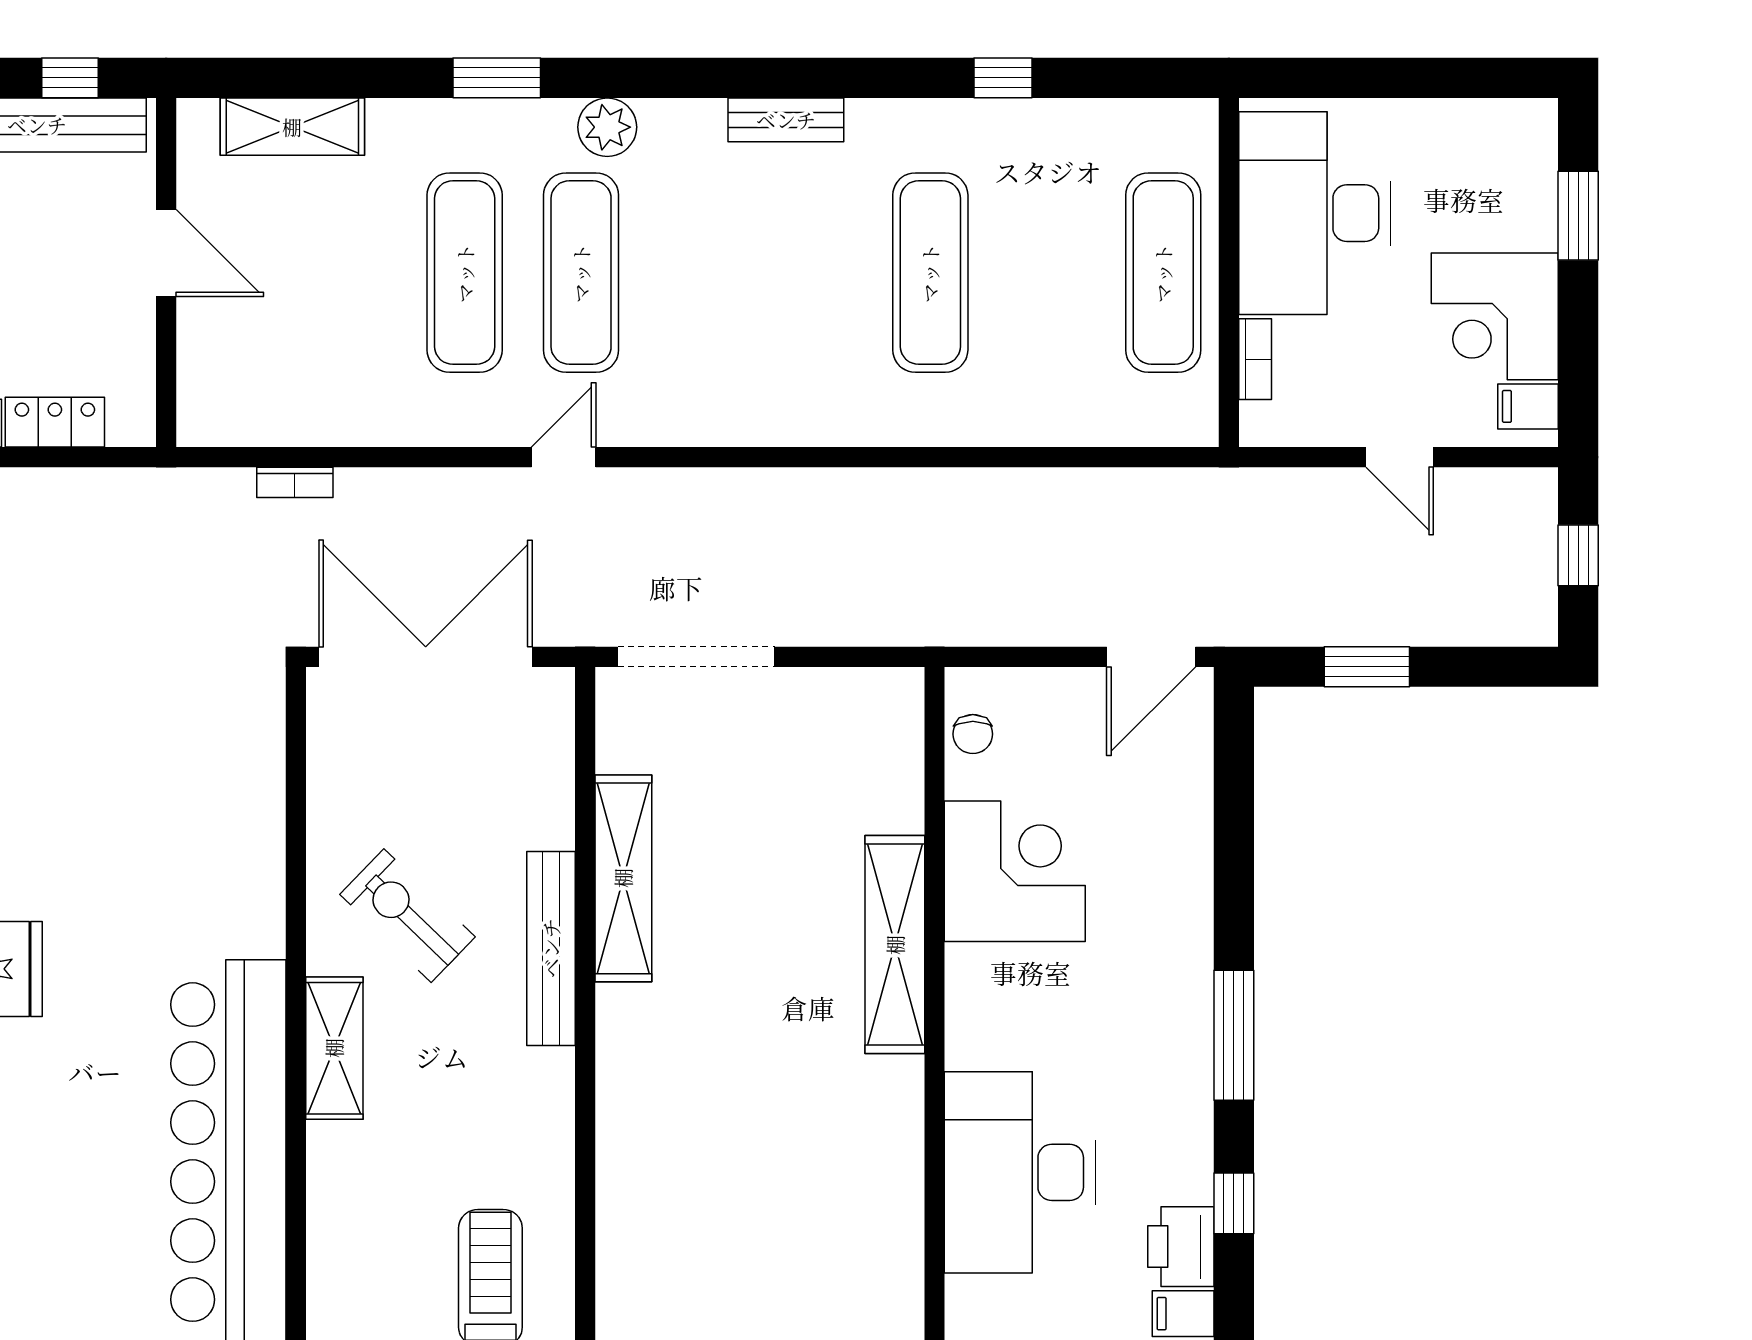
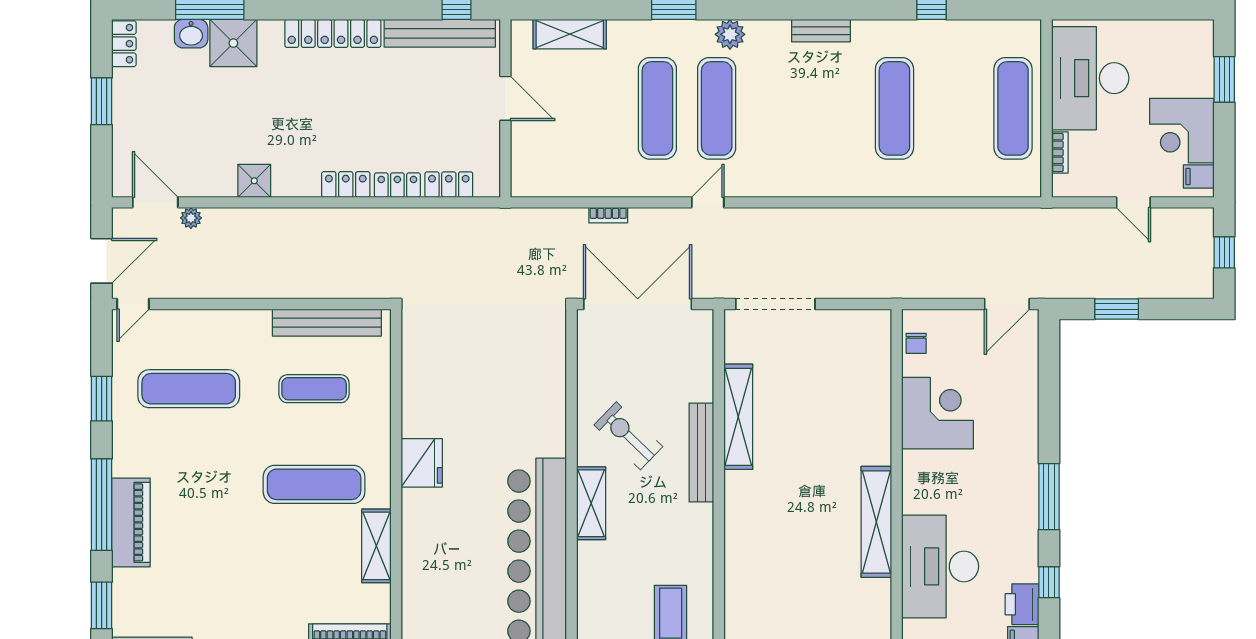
bookcase: (295, 482) -> (608, 215), moved
shelving: (895, 945) -> (876, 522), moved

